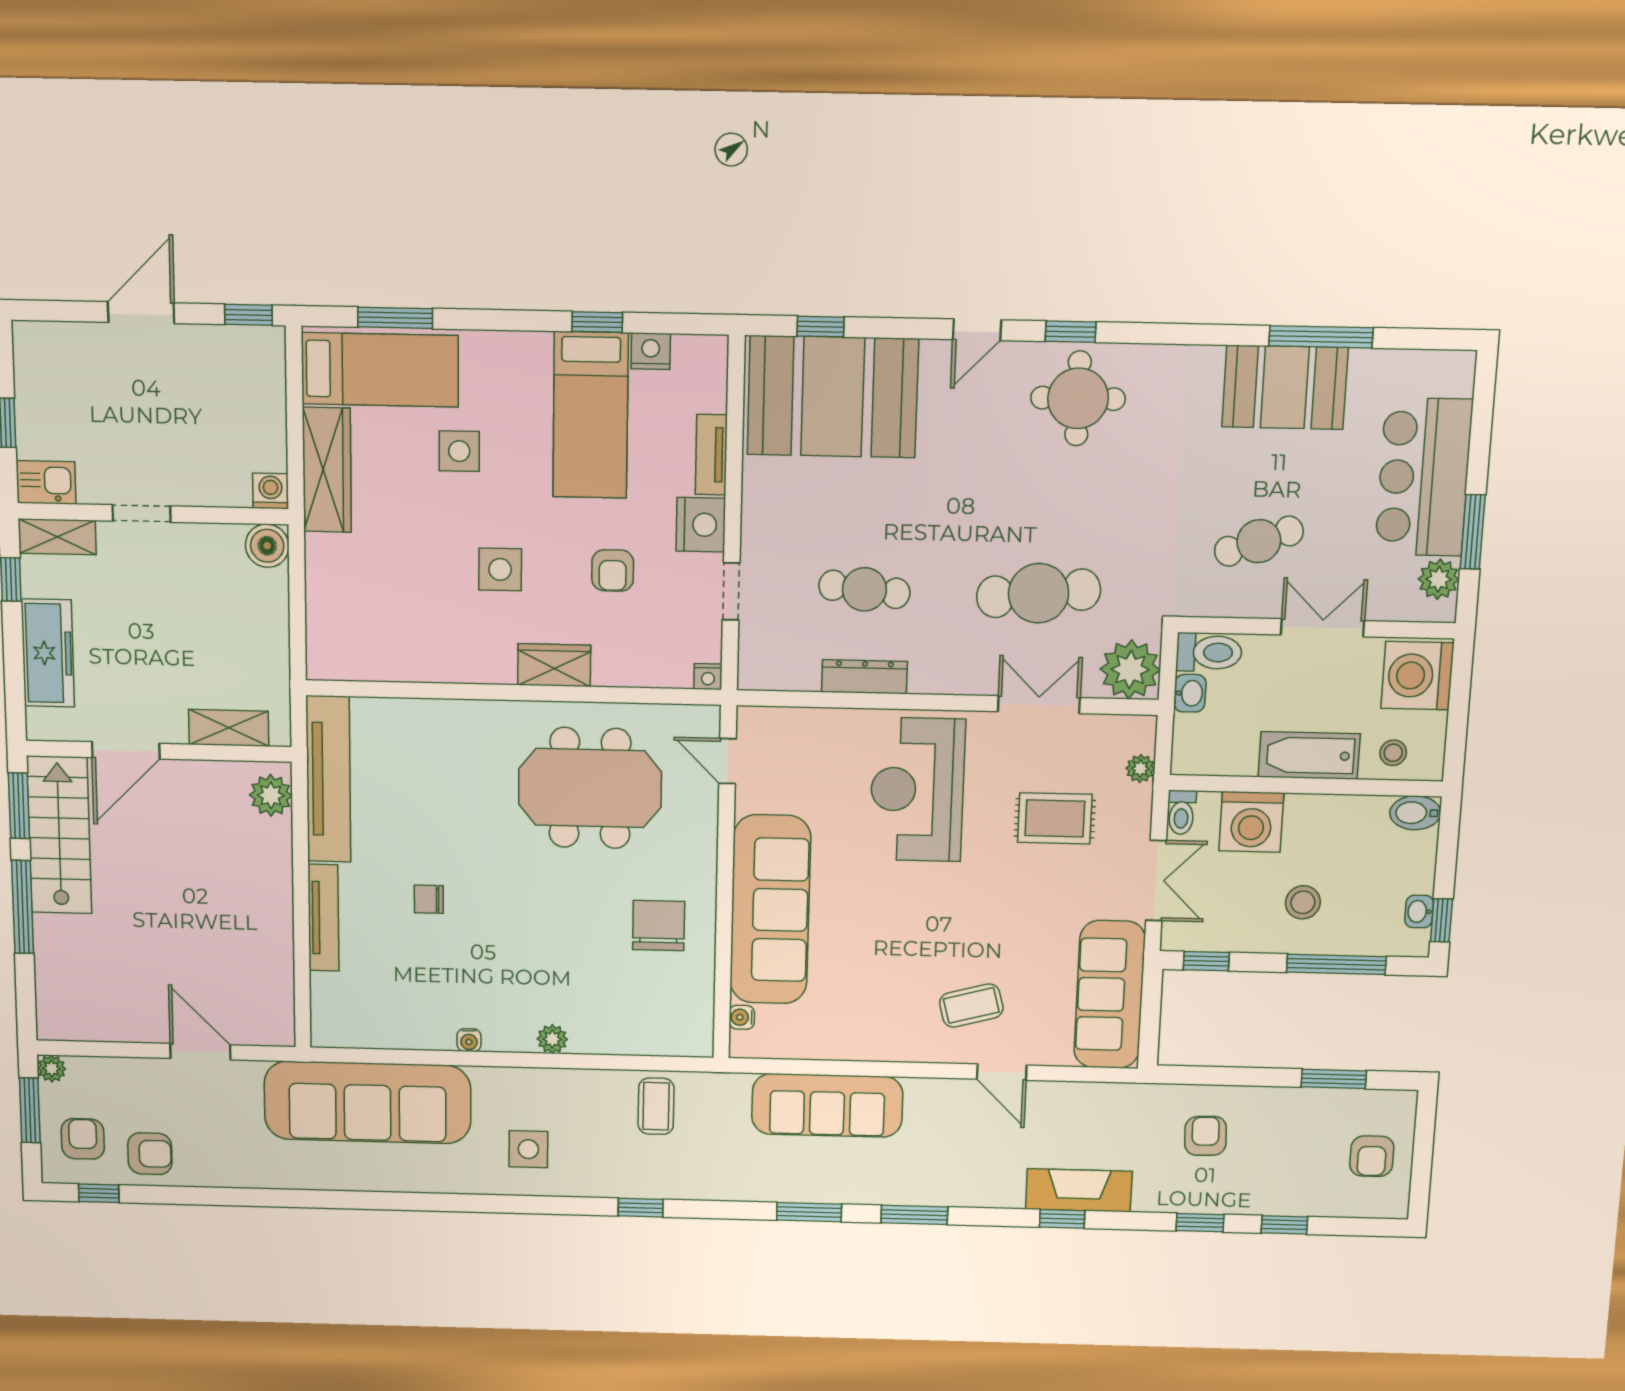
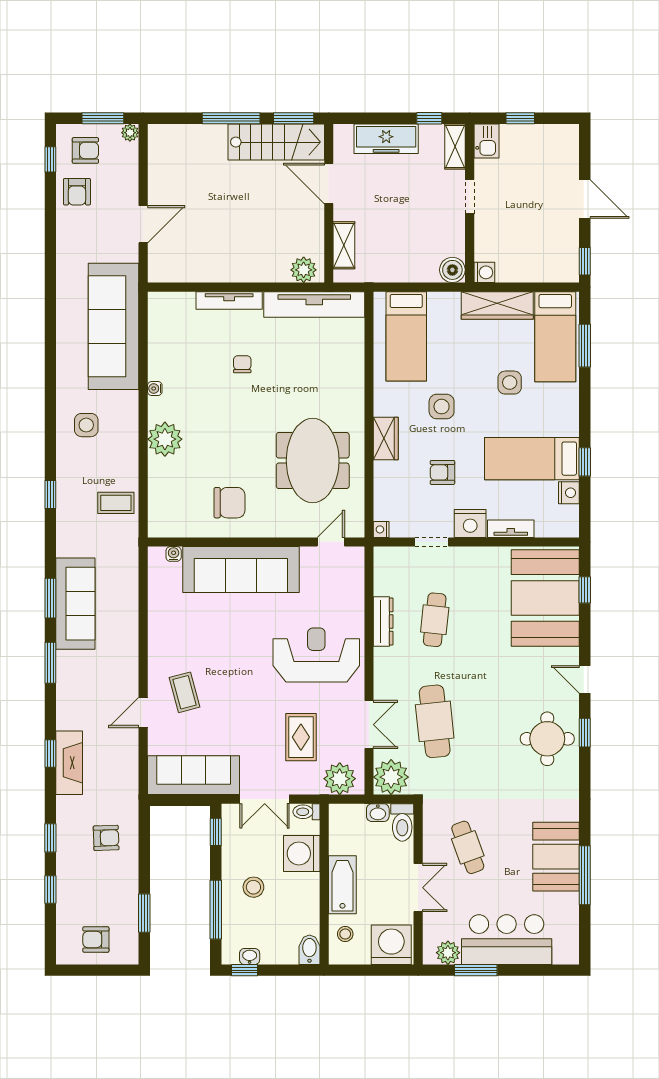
bed: (381, 627) -> (406, 336), added
plant: (1140, 769) -> (340, 779), width x1.88, depth x1.88
plant: (552, 1039) -> (165, 439), width x1.88, depth x1.88
sofa: (827, 1105) -> (75, 604), moved, turned 180

